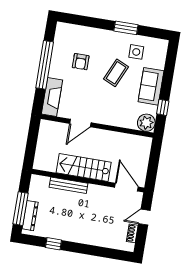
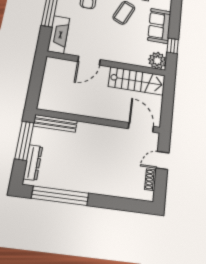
stairs: (84, 167) -> (137, 81), moved, turned 180
bench: (69, 185) -> (55, 123), moved
window: (21, 209) -> (24, 141), moved
window: (53, 244) -> (60, 196), width x3.17

